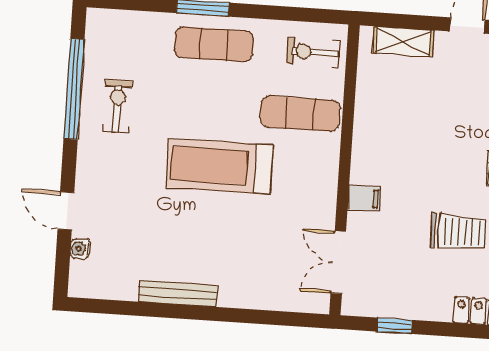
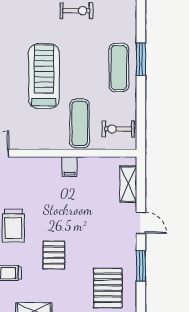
exercise bike: (313, 52) -> (118, 129), turned -90
filing cabinet: (364, 198) -> (70, 167), moved

